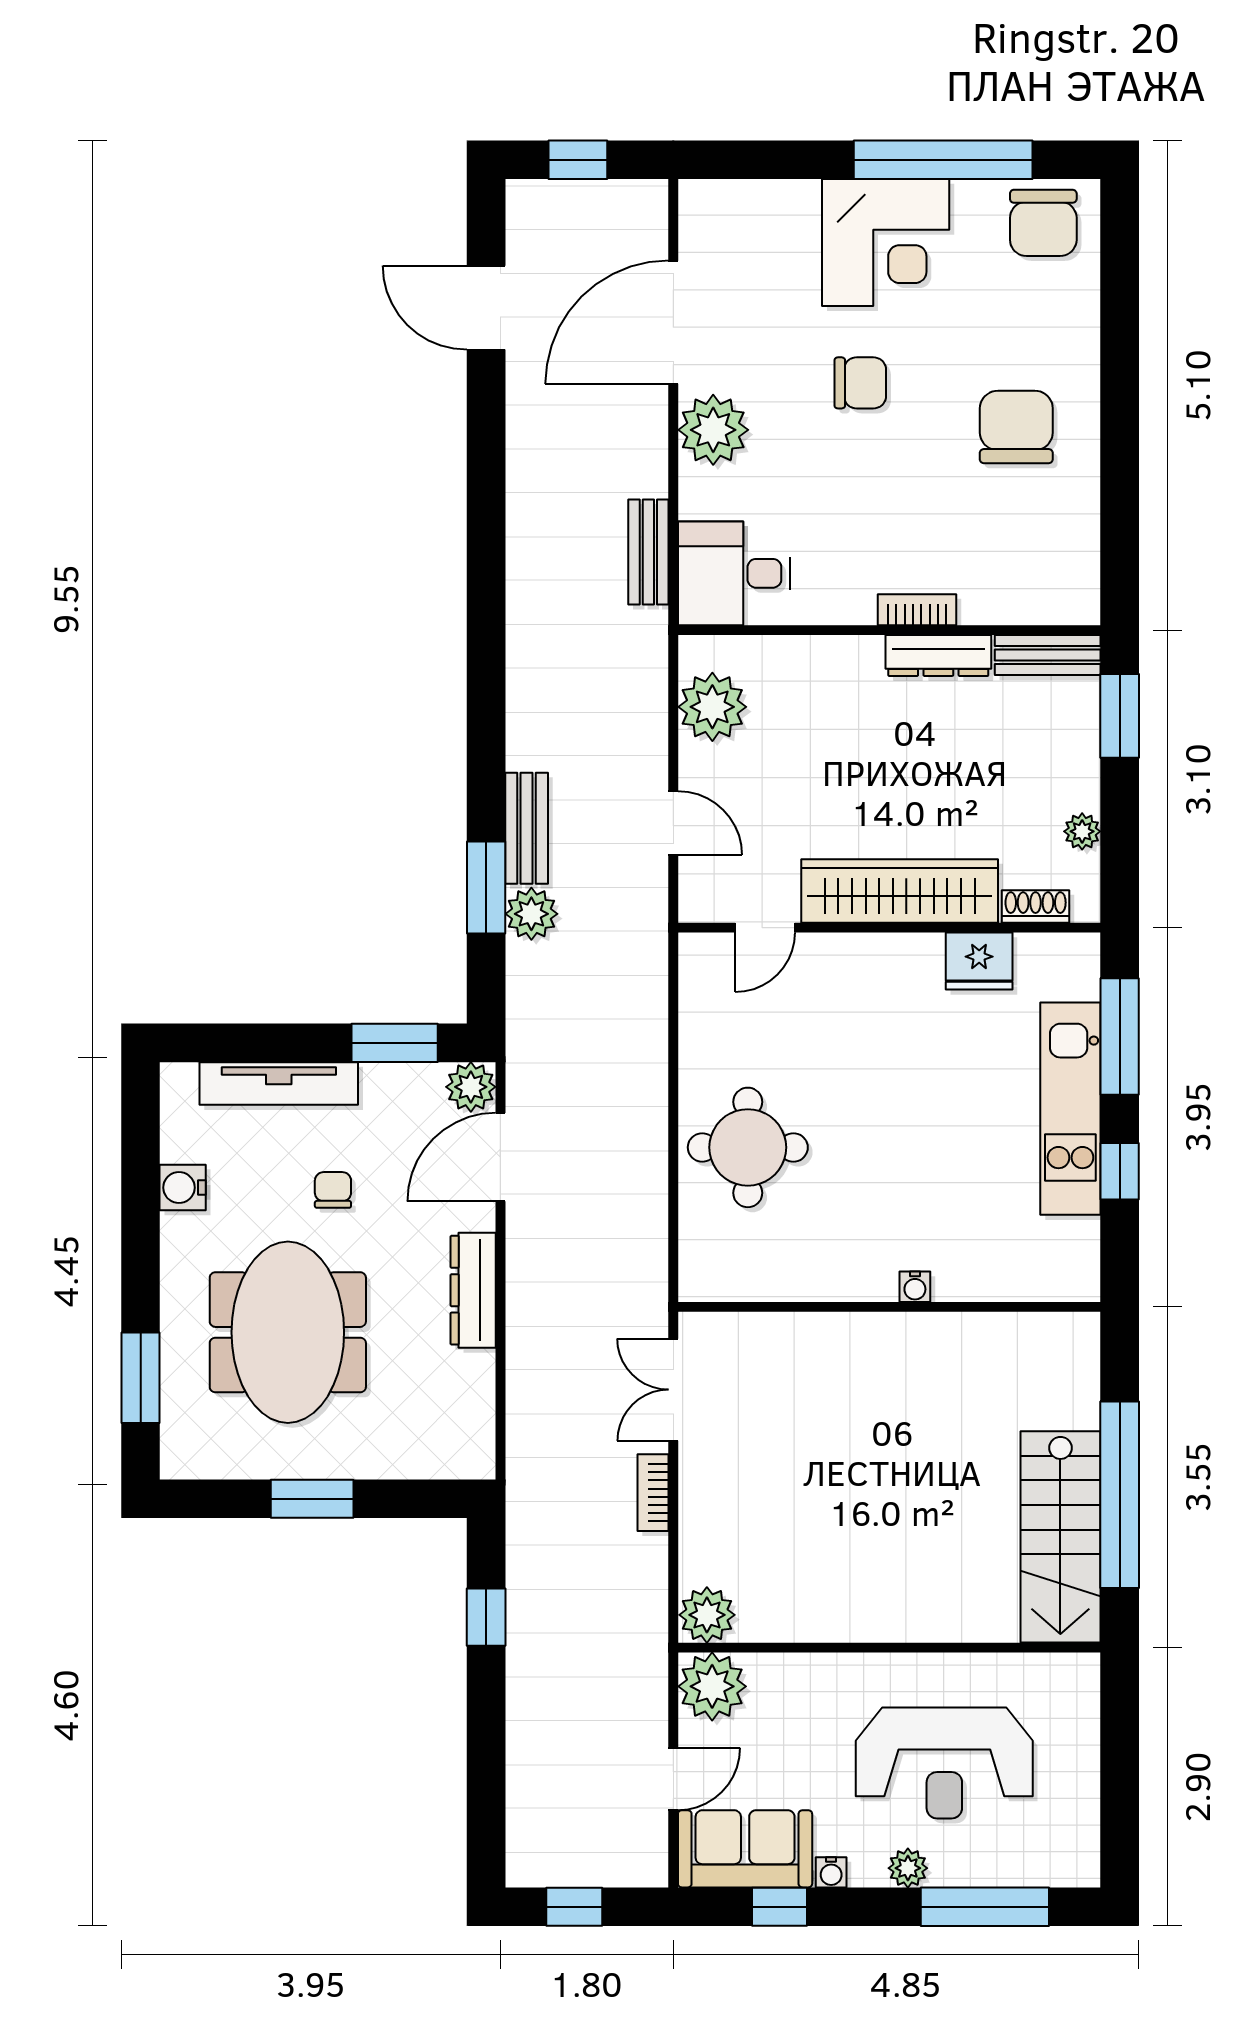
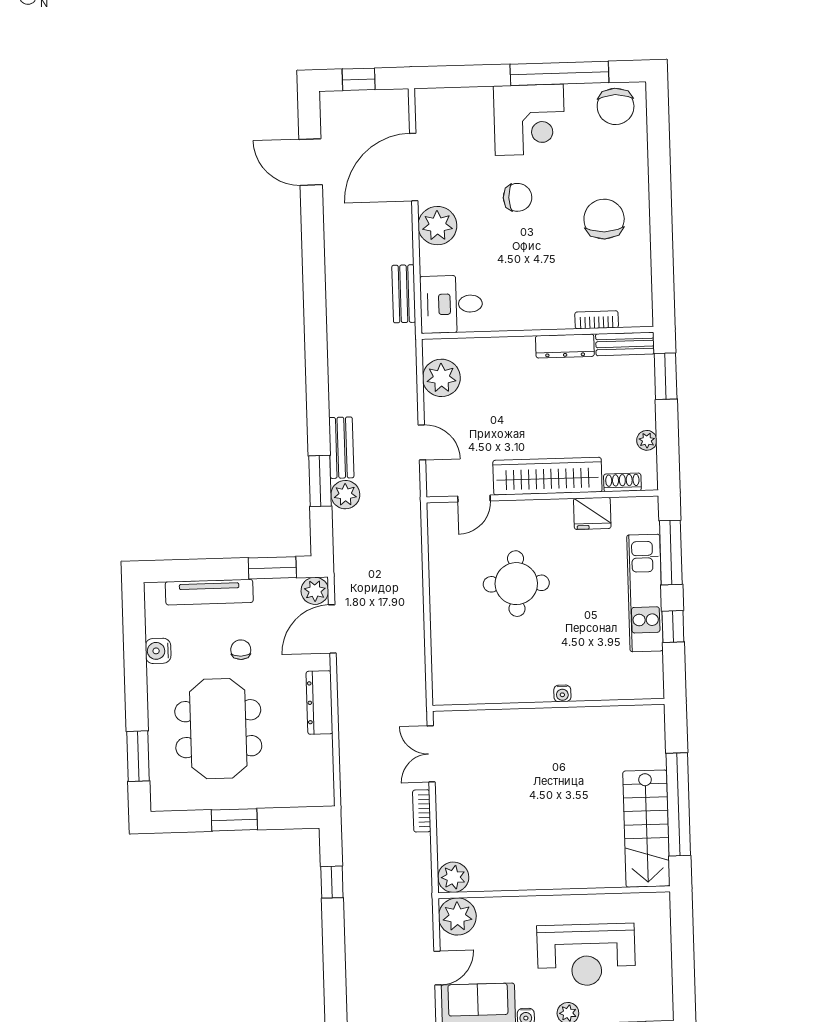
bookcase: (917, 610) -> (597, 320), moved
round table: (748, 1147) -> (516, 584), moved

